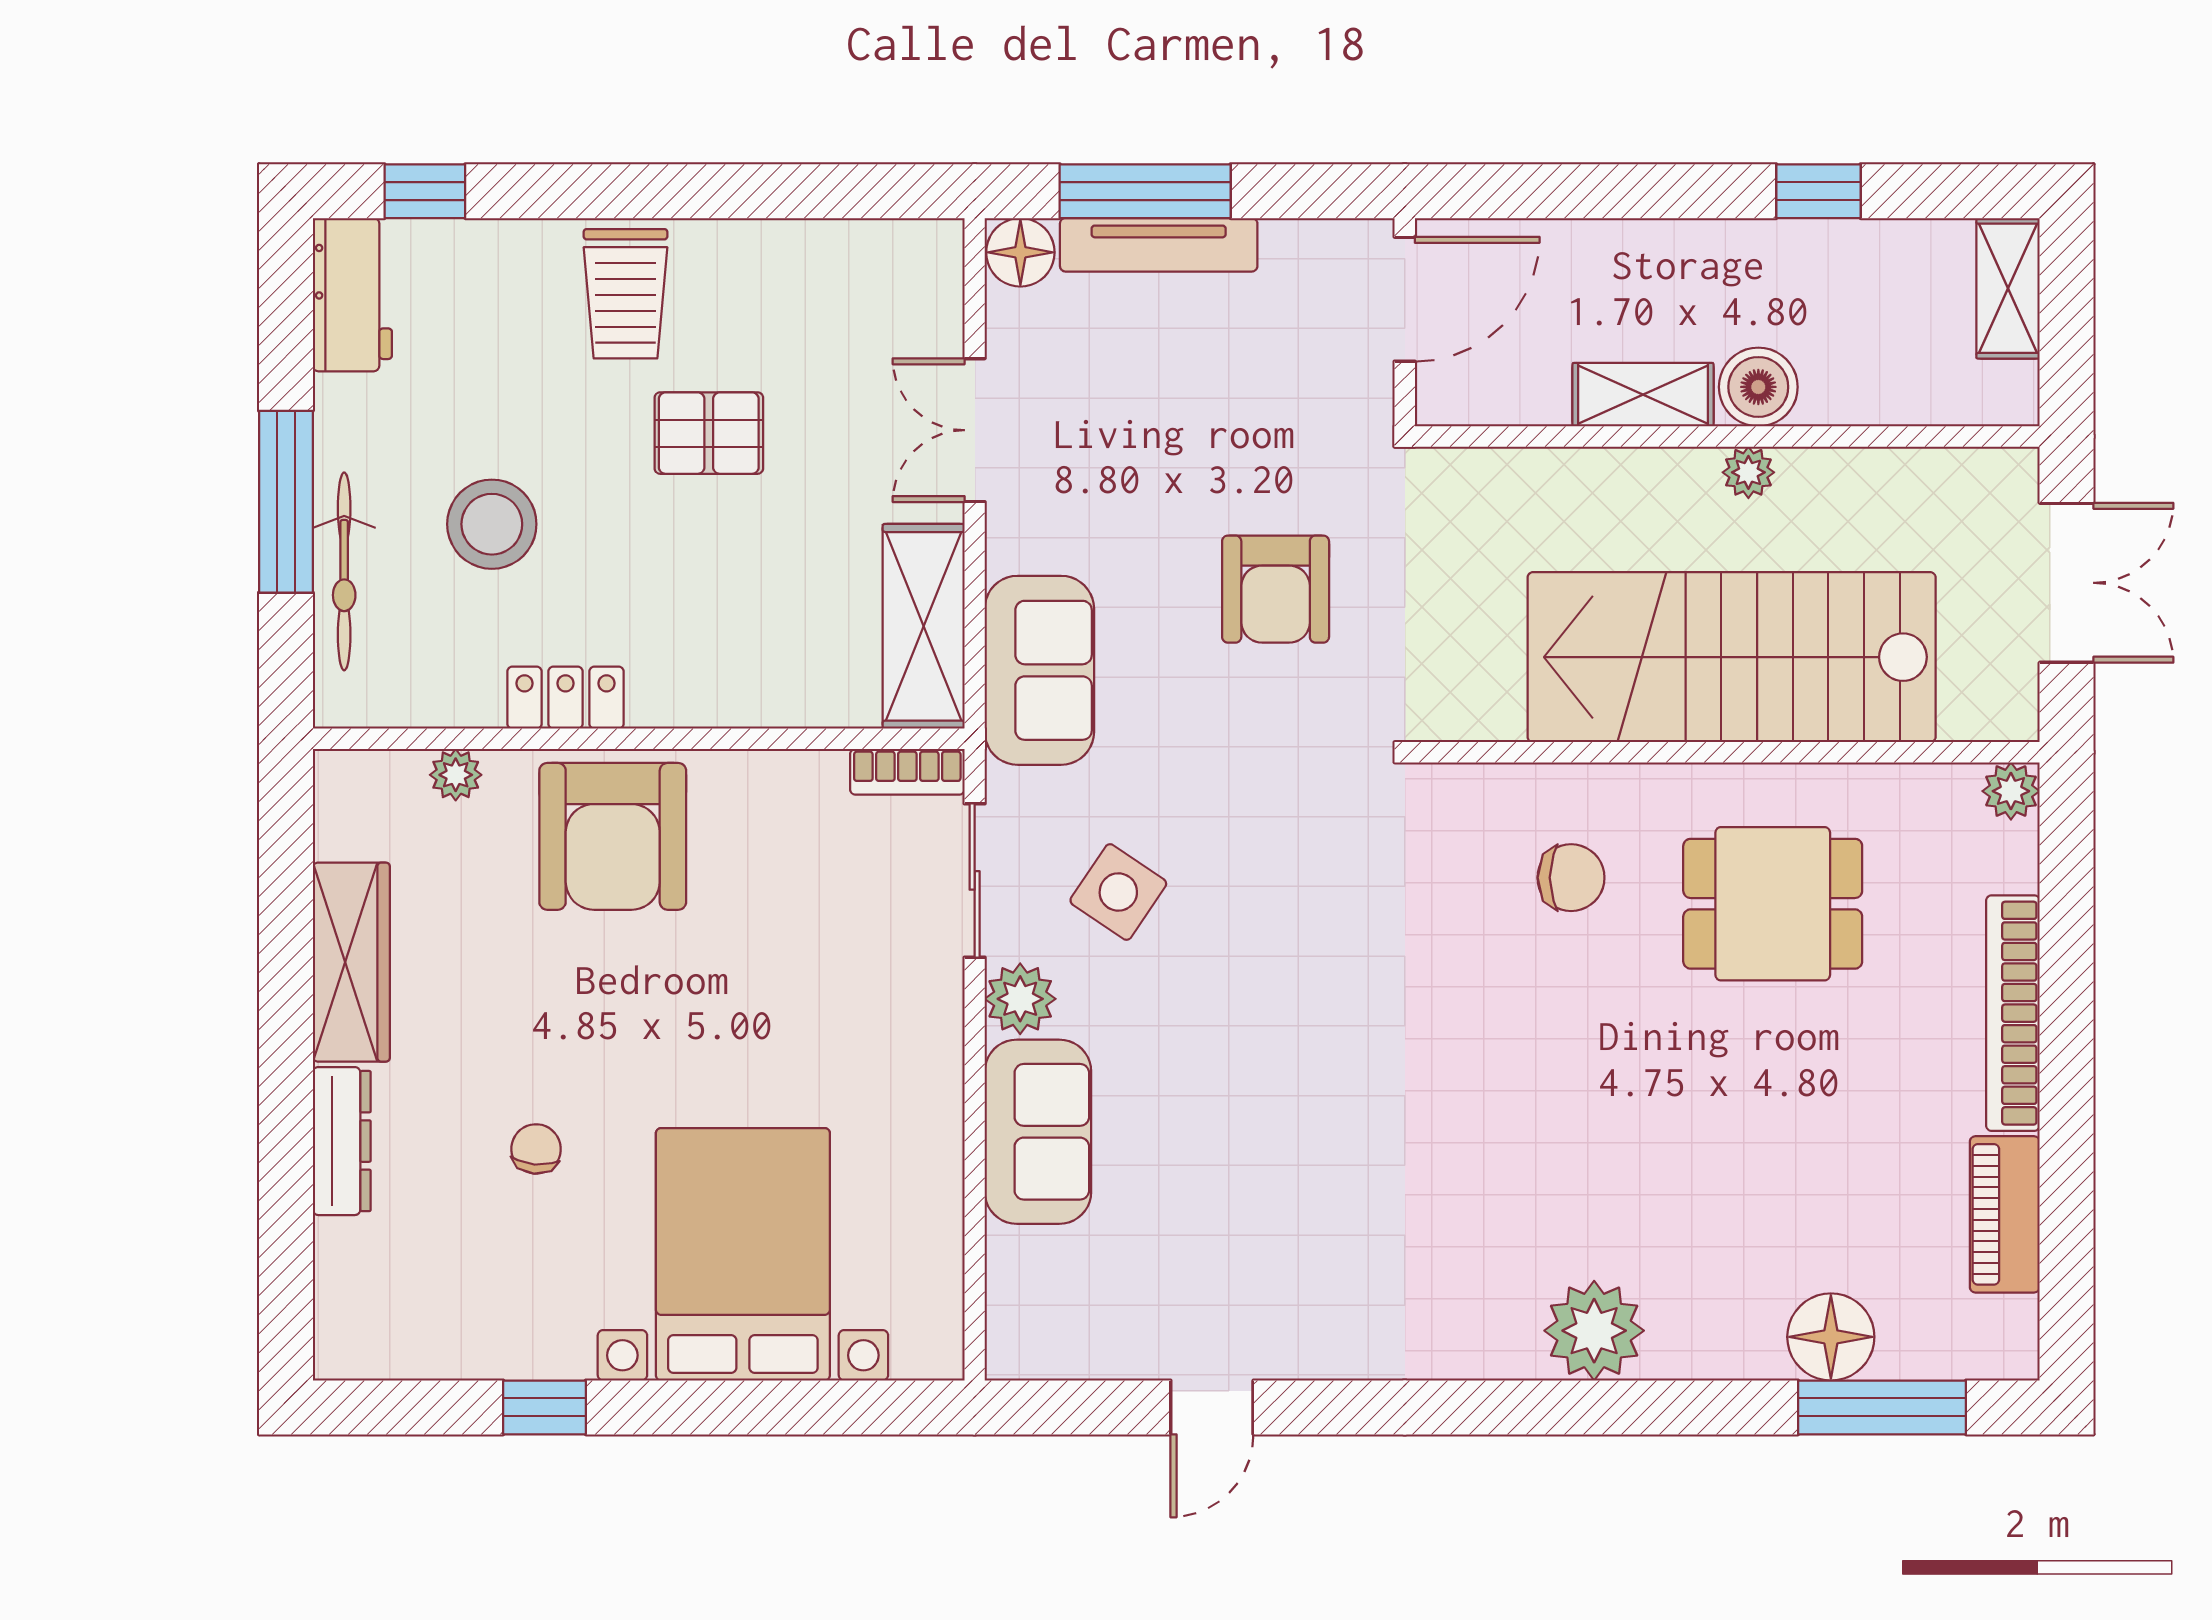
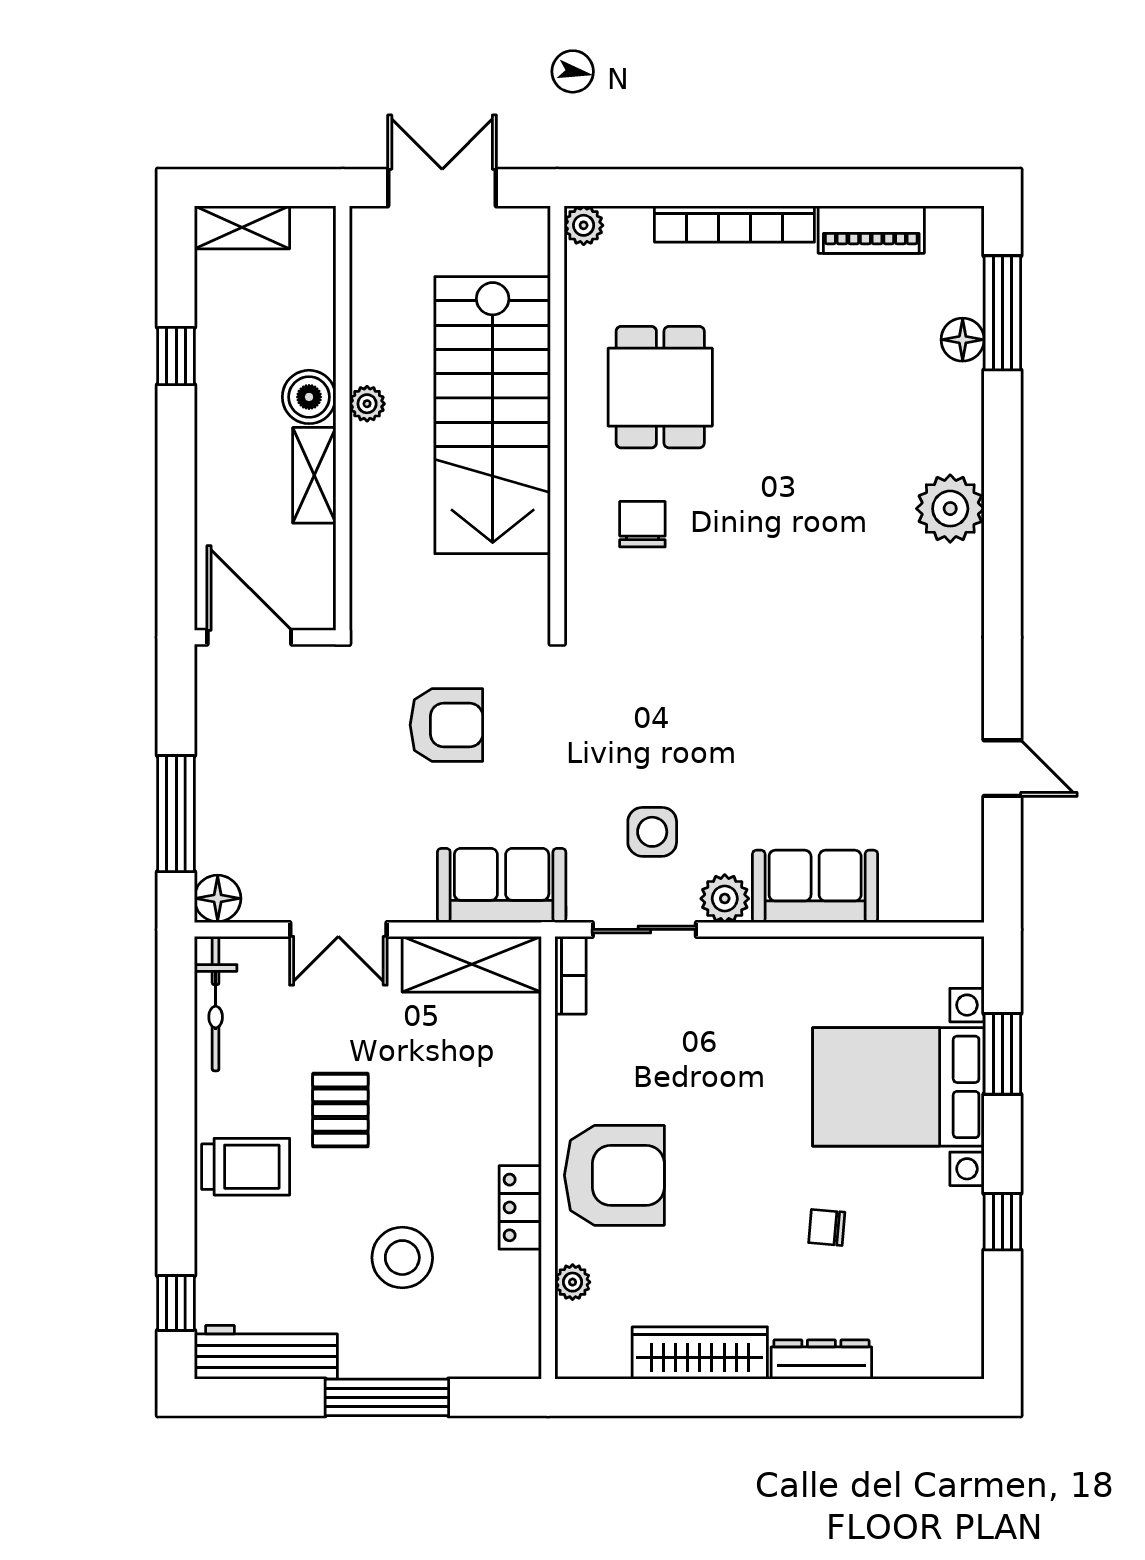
tv unit: (1159, 245) -> (212, 804), removed
workbench: (352, 295) -> (266, 1352), width x1.38
bicycle: (344, 571) -> (216, 1004), moved, turned 90
side table: (1118, 892) -> (652, 832), turned -34
floor lamp: (1831, 1337) -> (963, 340), width x0.73, depth x0.73
window: (791, 1407) -> (1002, 1054), added

